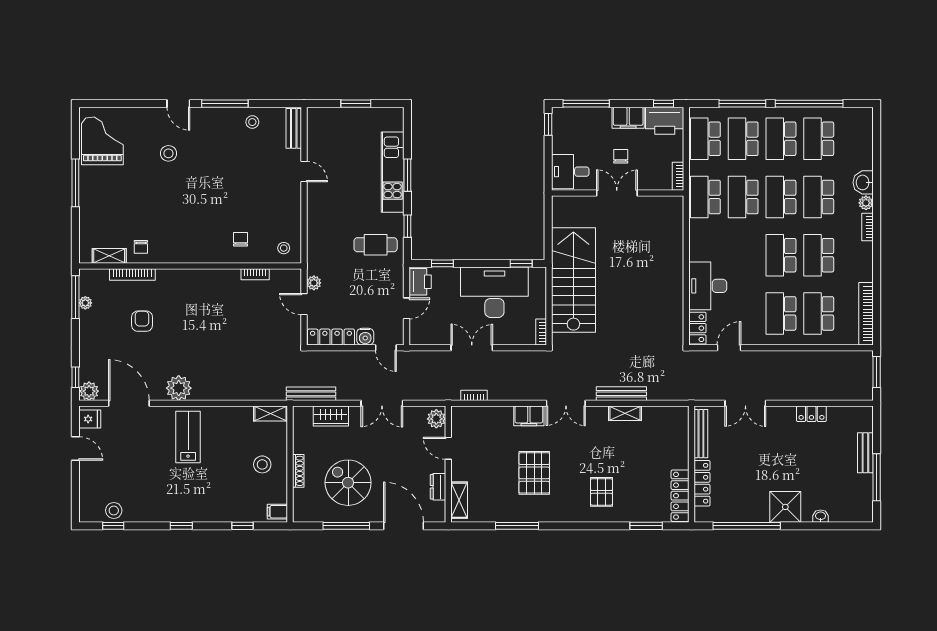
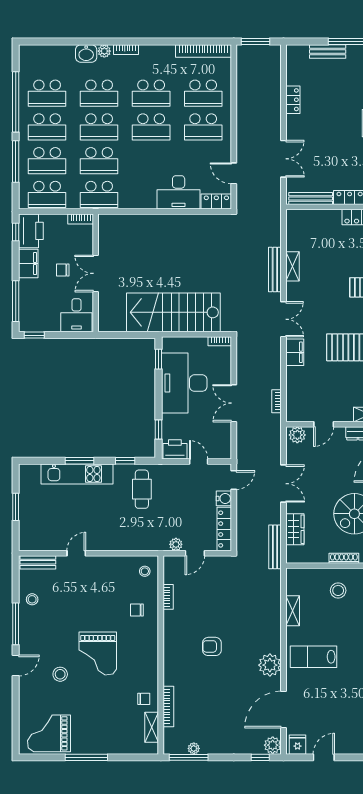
grand piano: (192, 195) -> (98, 653), added
armchair: (142, 321) -> (212, 646), moved
shelving: (271, 414) -> (293, 611), moved

